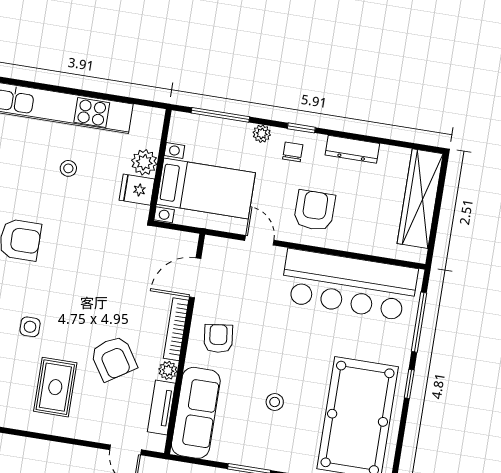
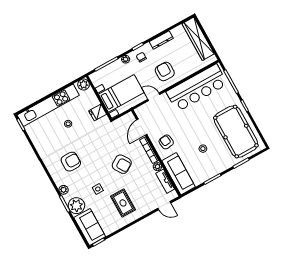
plant: (144, 162) -> (84, 85), moved
armchair: (114, 358) -> (122, 164), moved

